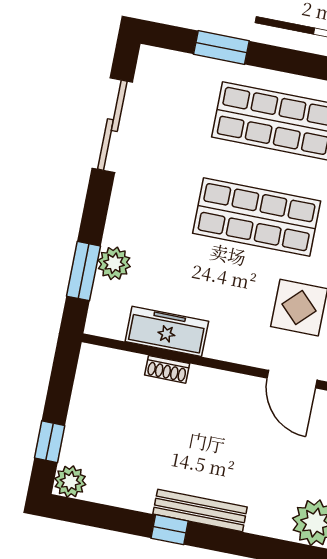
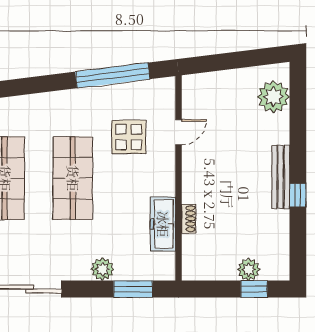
plant: (114, 263) -> (102, 269), moved
door: (292, 379) -> (179, 132), width x0.73
plant: (70, 482) -> (249, 270), moved

